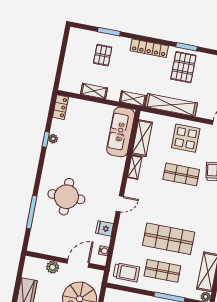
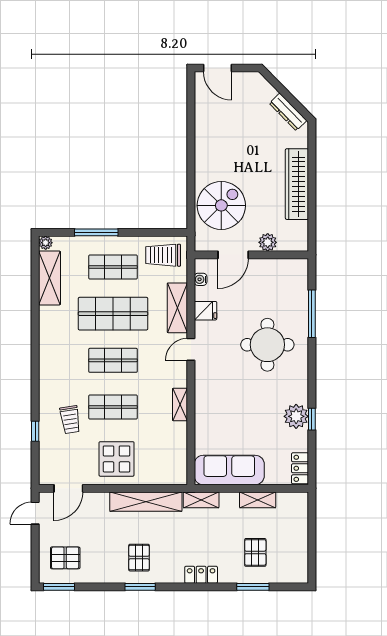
locker: (149, 48) -> (201, 575), width x0.66
pallet: (183, 67) -> (139, 558), width x0.67, depth x0.71
sofa: (121, 132) -> (229, 470), moved, turned -90
shelving: (142, 138) -> (177, 308), moved
plant: (53, 139) -> (296, 416), width x1.88, depth x1.88
shop shelf: (175, 207) -> (113, 360), added

